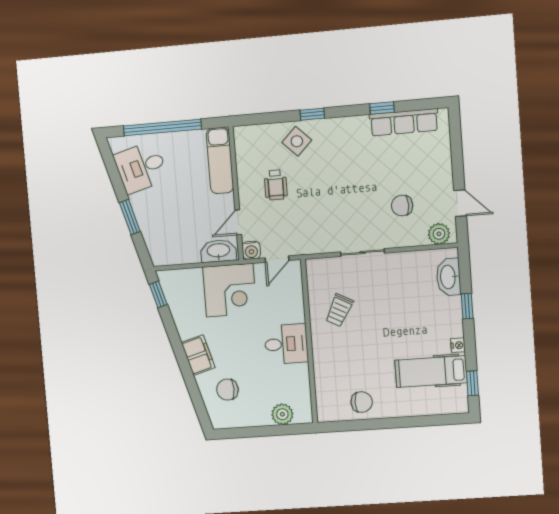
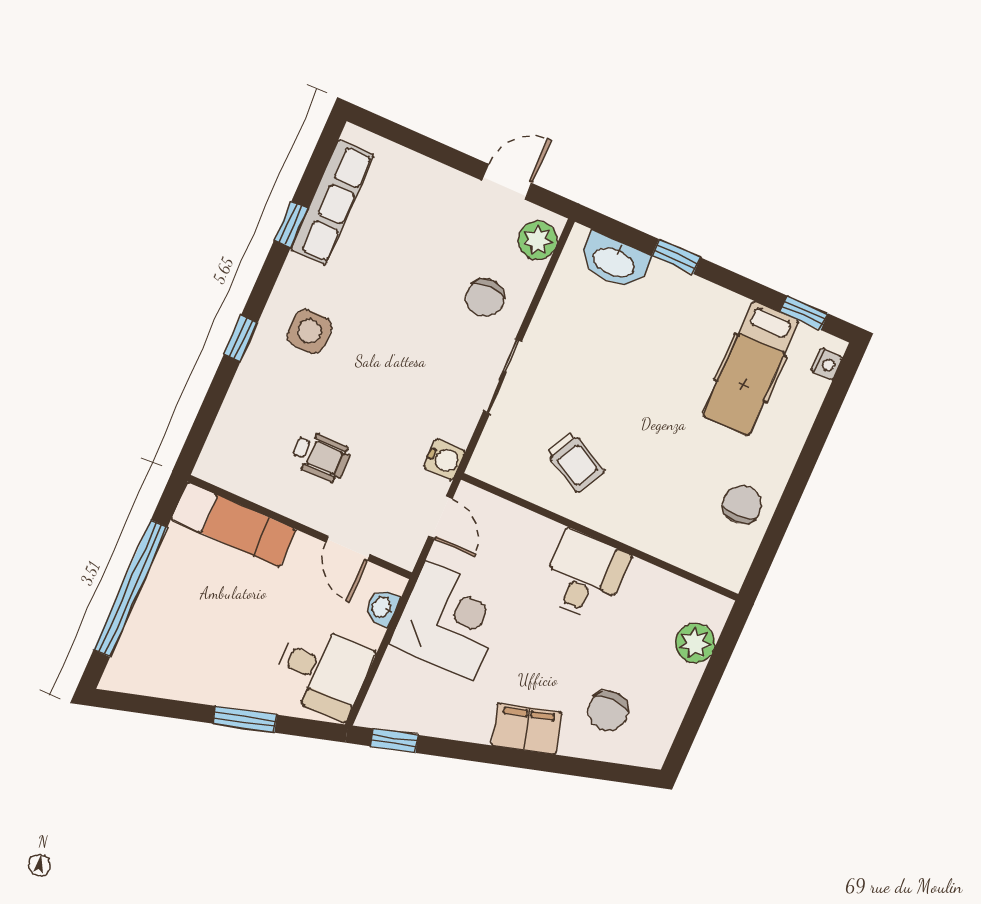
side table: (297, 141) -> (309, 331), moved, turned 45
desk: (141, 167) -> (323, 671), moved, turned -74
chair: (402, 206) -> (485, 298), moved
water cooler: (251, 250) -> (444, 459), moved
washbasin: (218, 251) -> (382, 607), width x0.52, depth x0.69
nightstand: (458, 345) -> (827, 364), moved, turned 90

